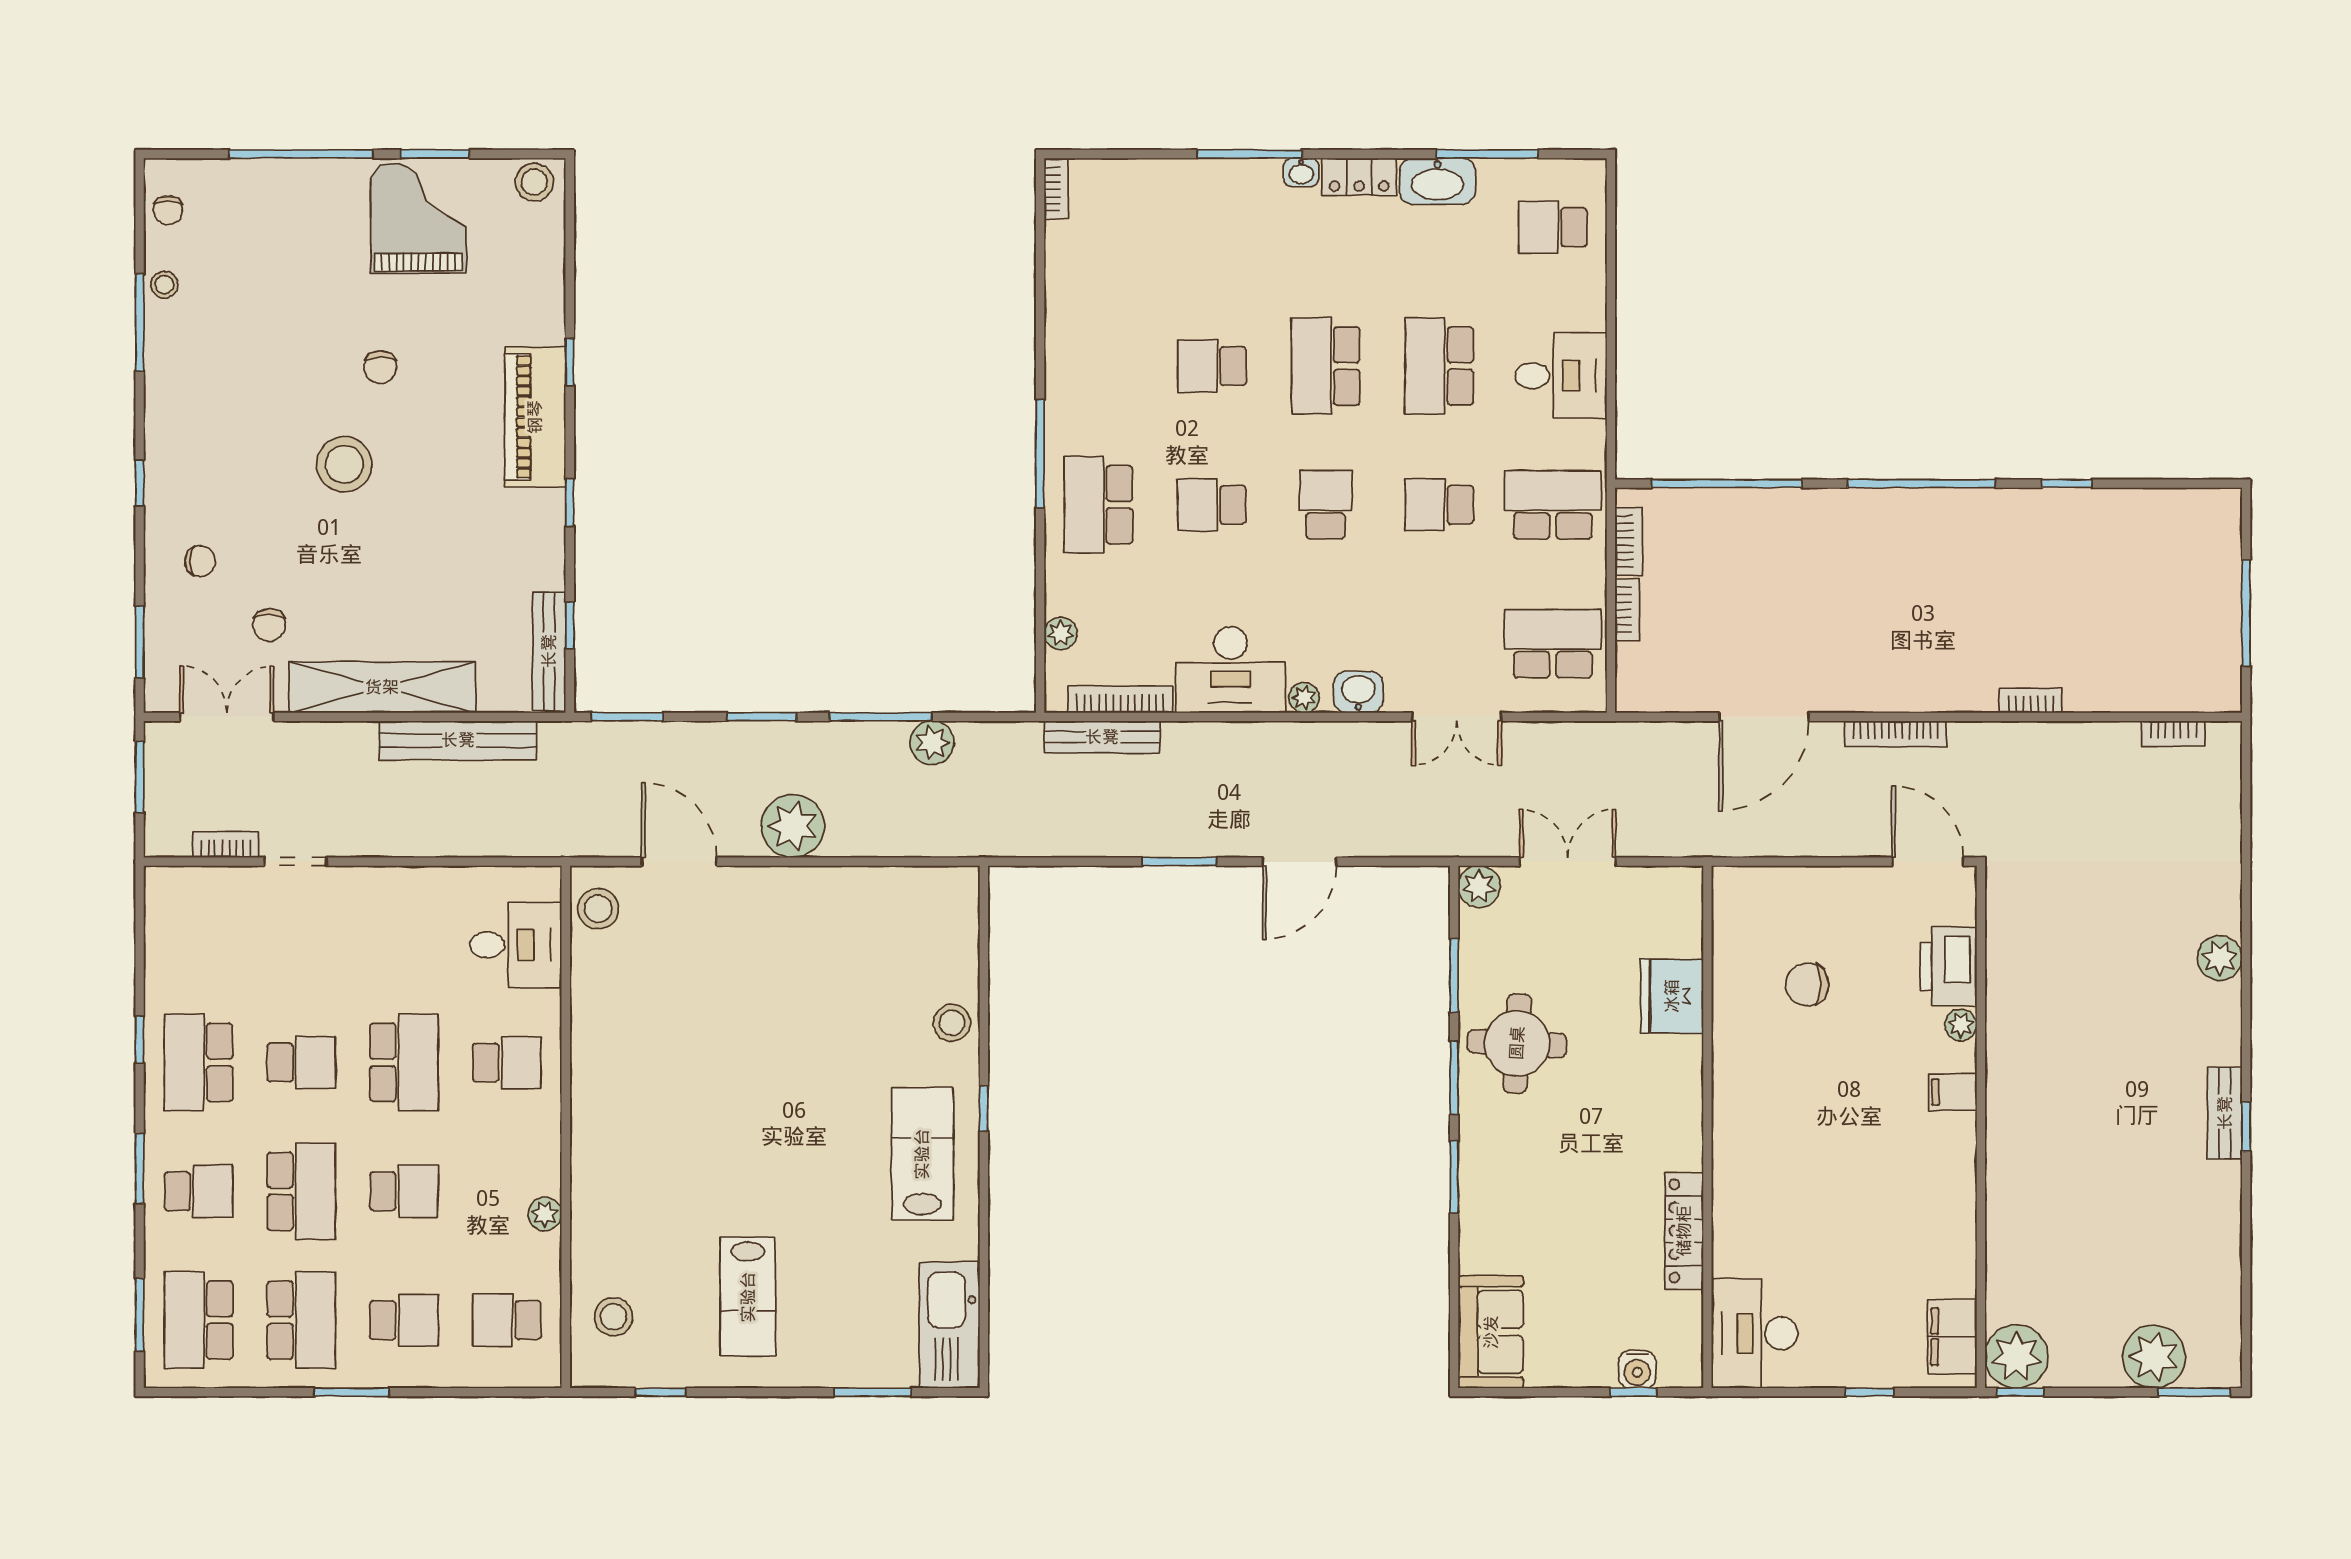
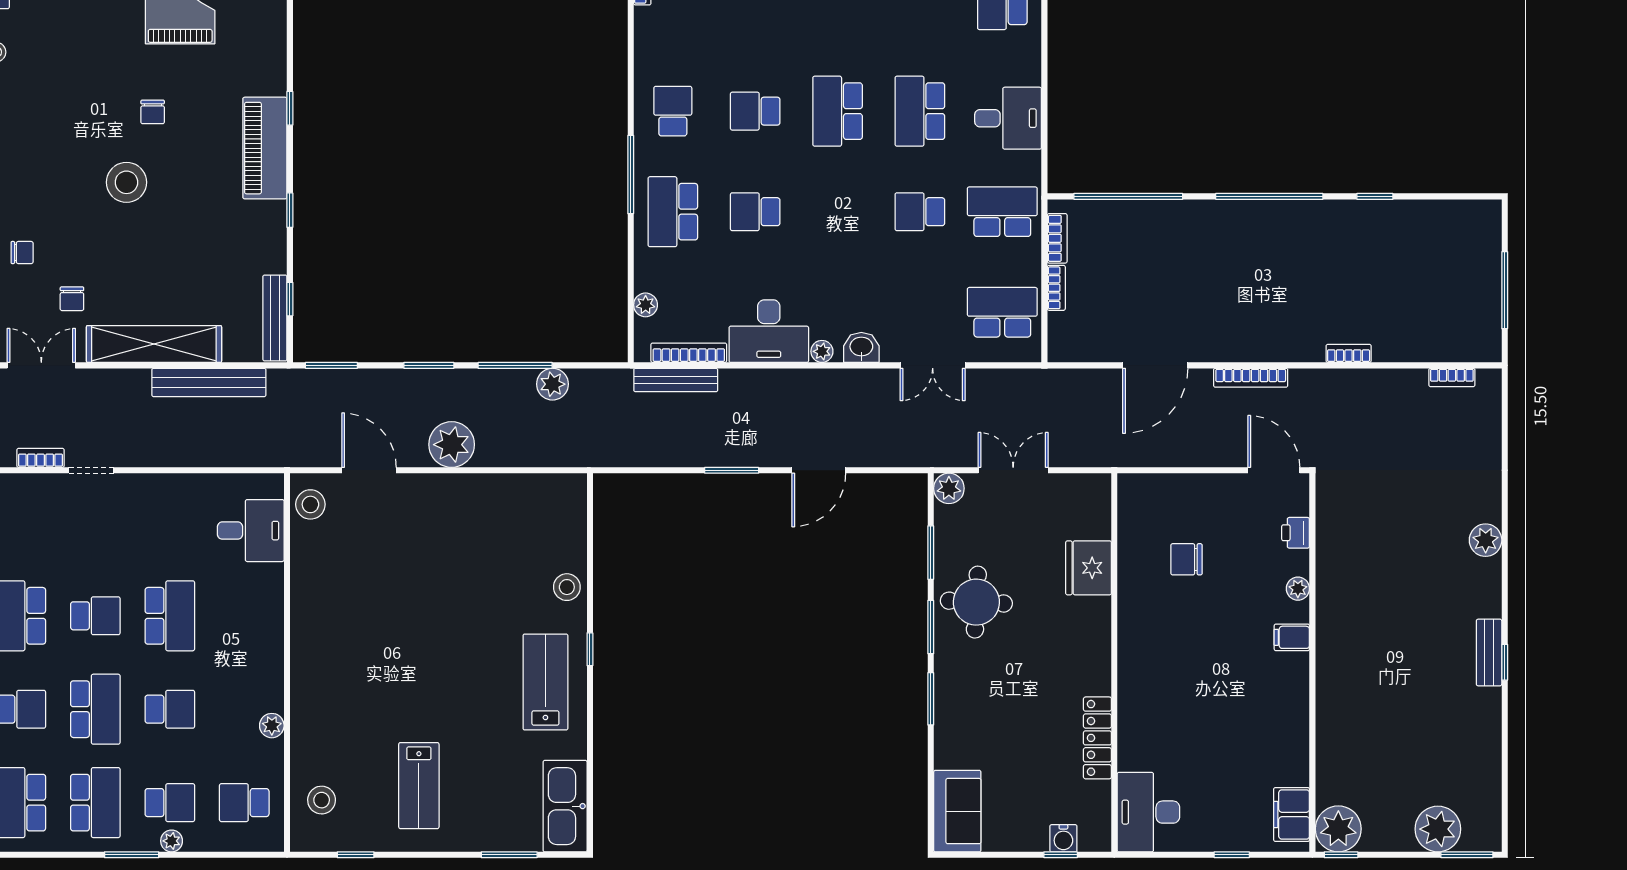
school desk: (1326, 505) -> (673, 111), moved
printer: (1948, 966) -> (1296, 533), width x0.53, depth x0.68
school desk: (507, 1062) -> (244, 616), removed
plant: (407, 1373) -> (172, 841), added

